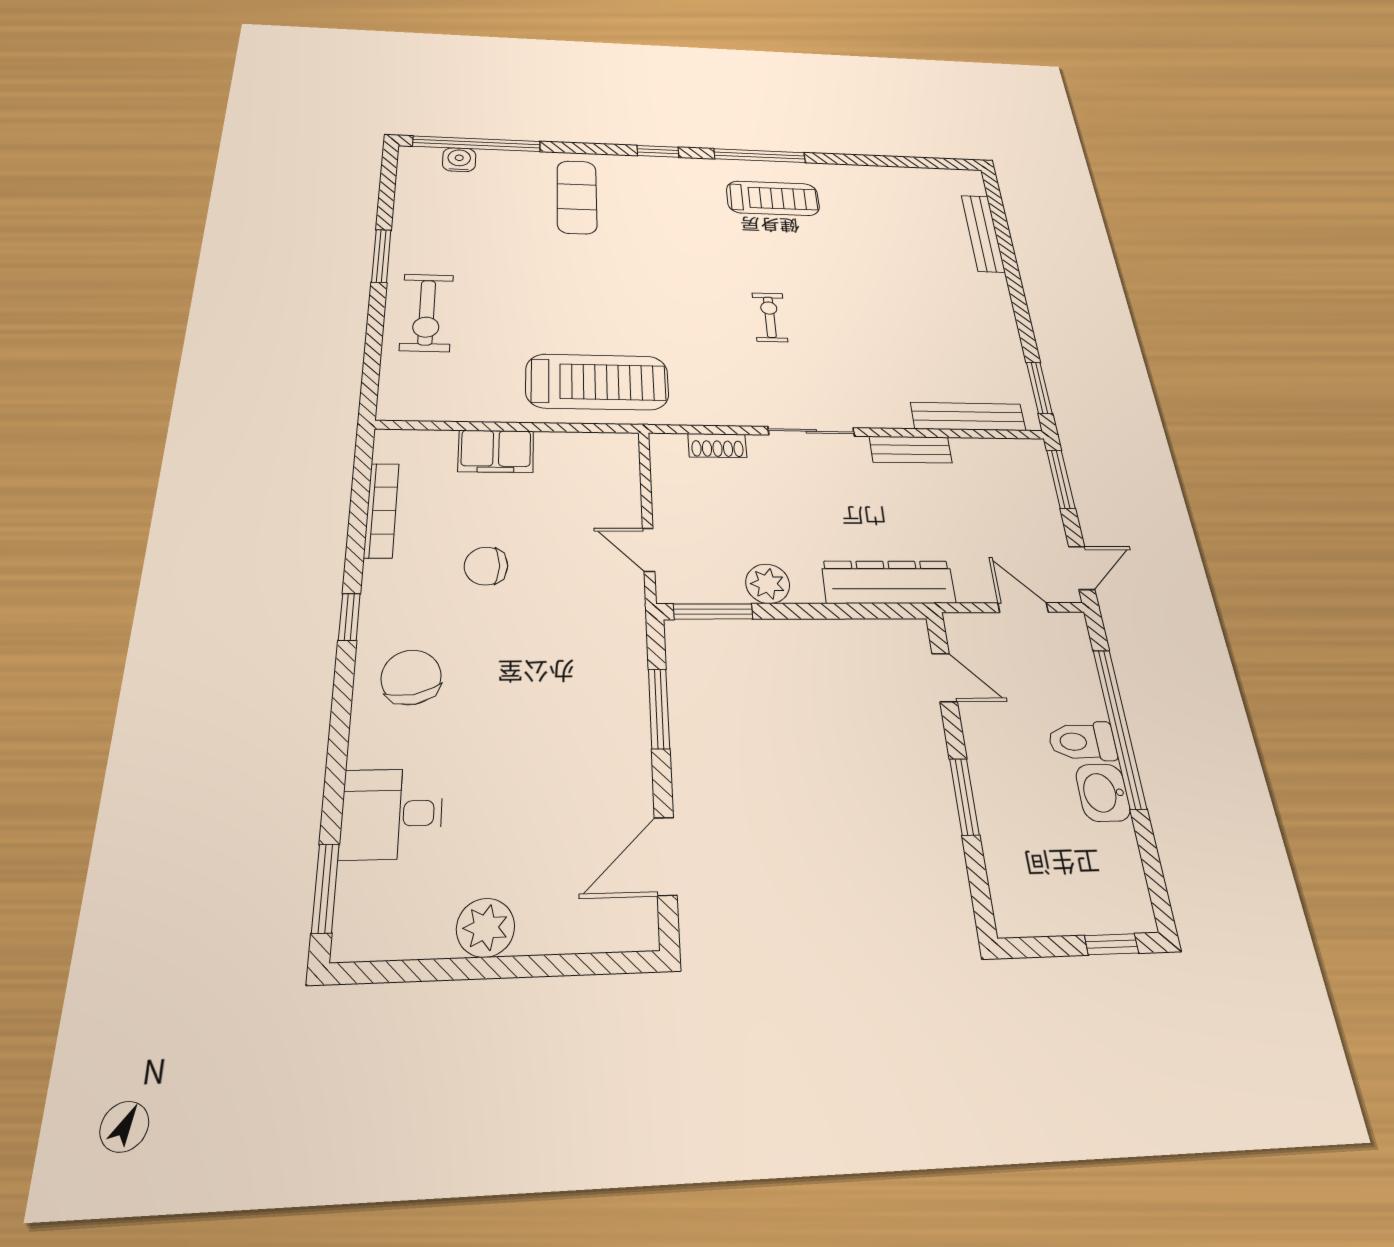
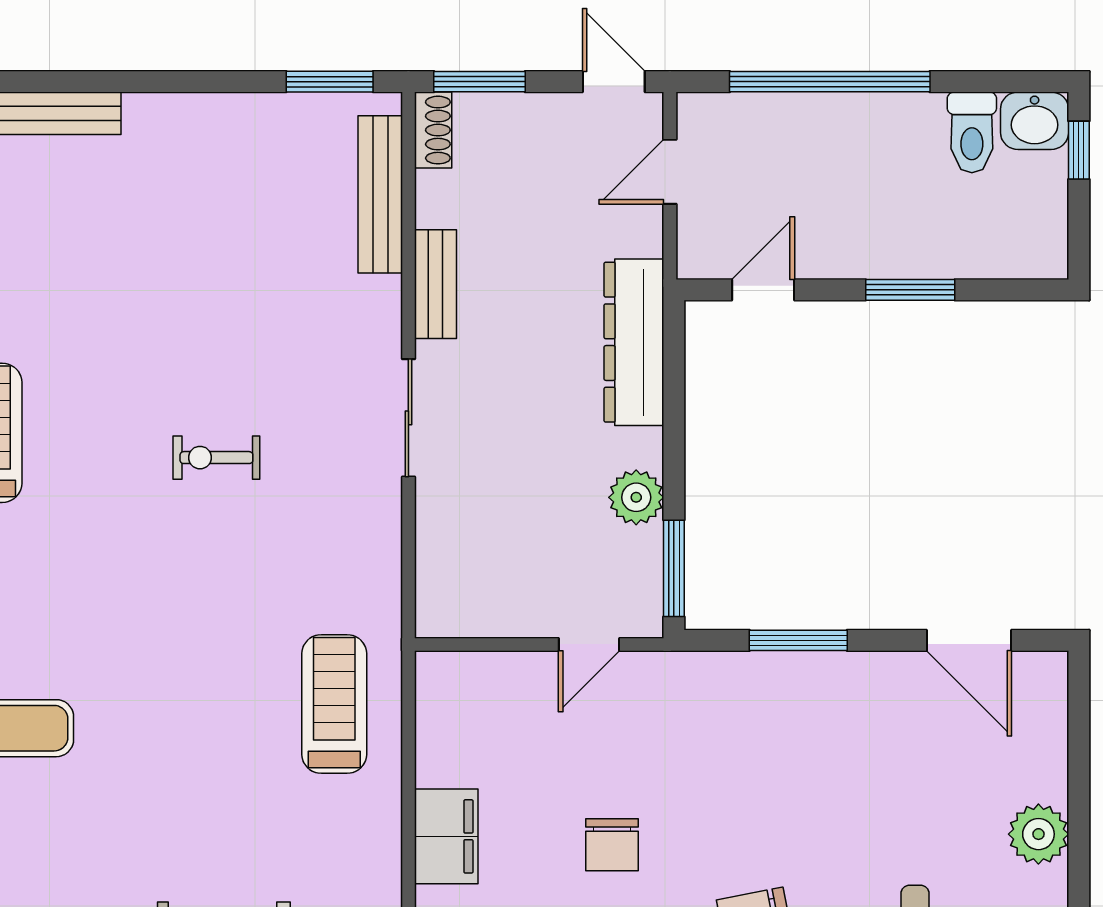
treadmill: (597, 382) -> (334, 704), width x0.73, depth x0.73
shoe rack: (717, 446) -> (433, 130), moved
toilet: (1082, 741) -> (972, 132), moved
washbasin: (1103, 793) -> (1035, 121), moved

